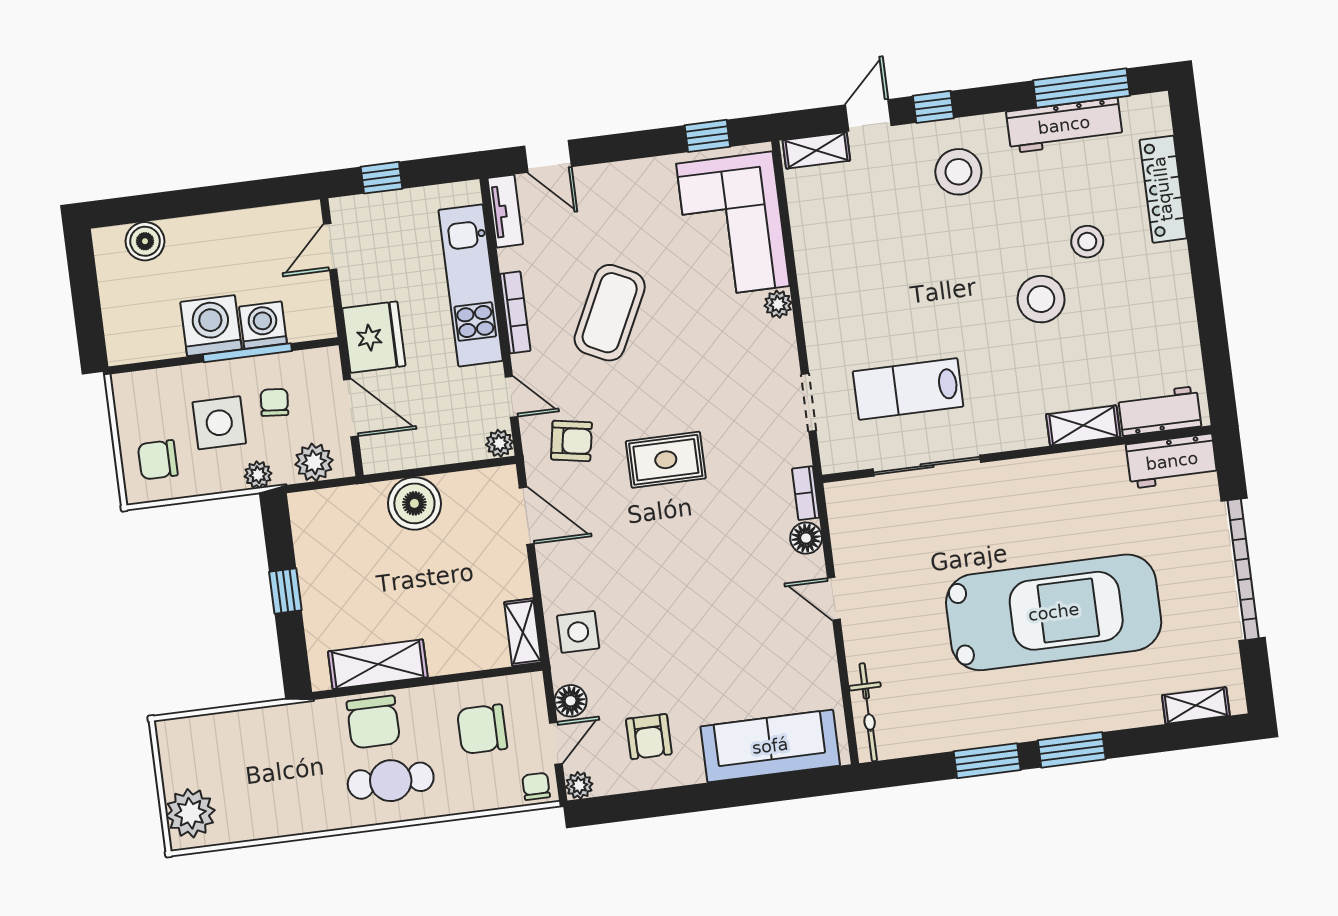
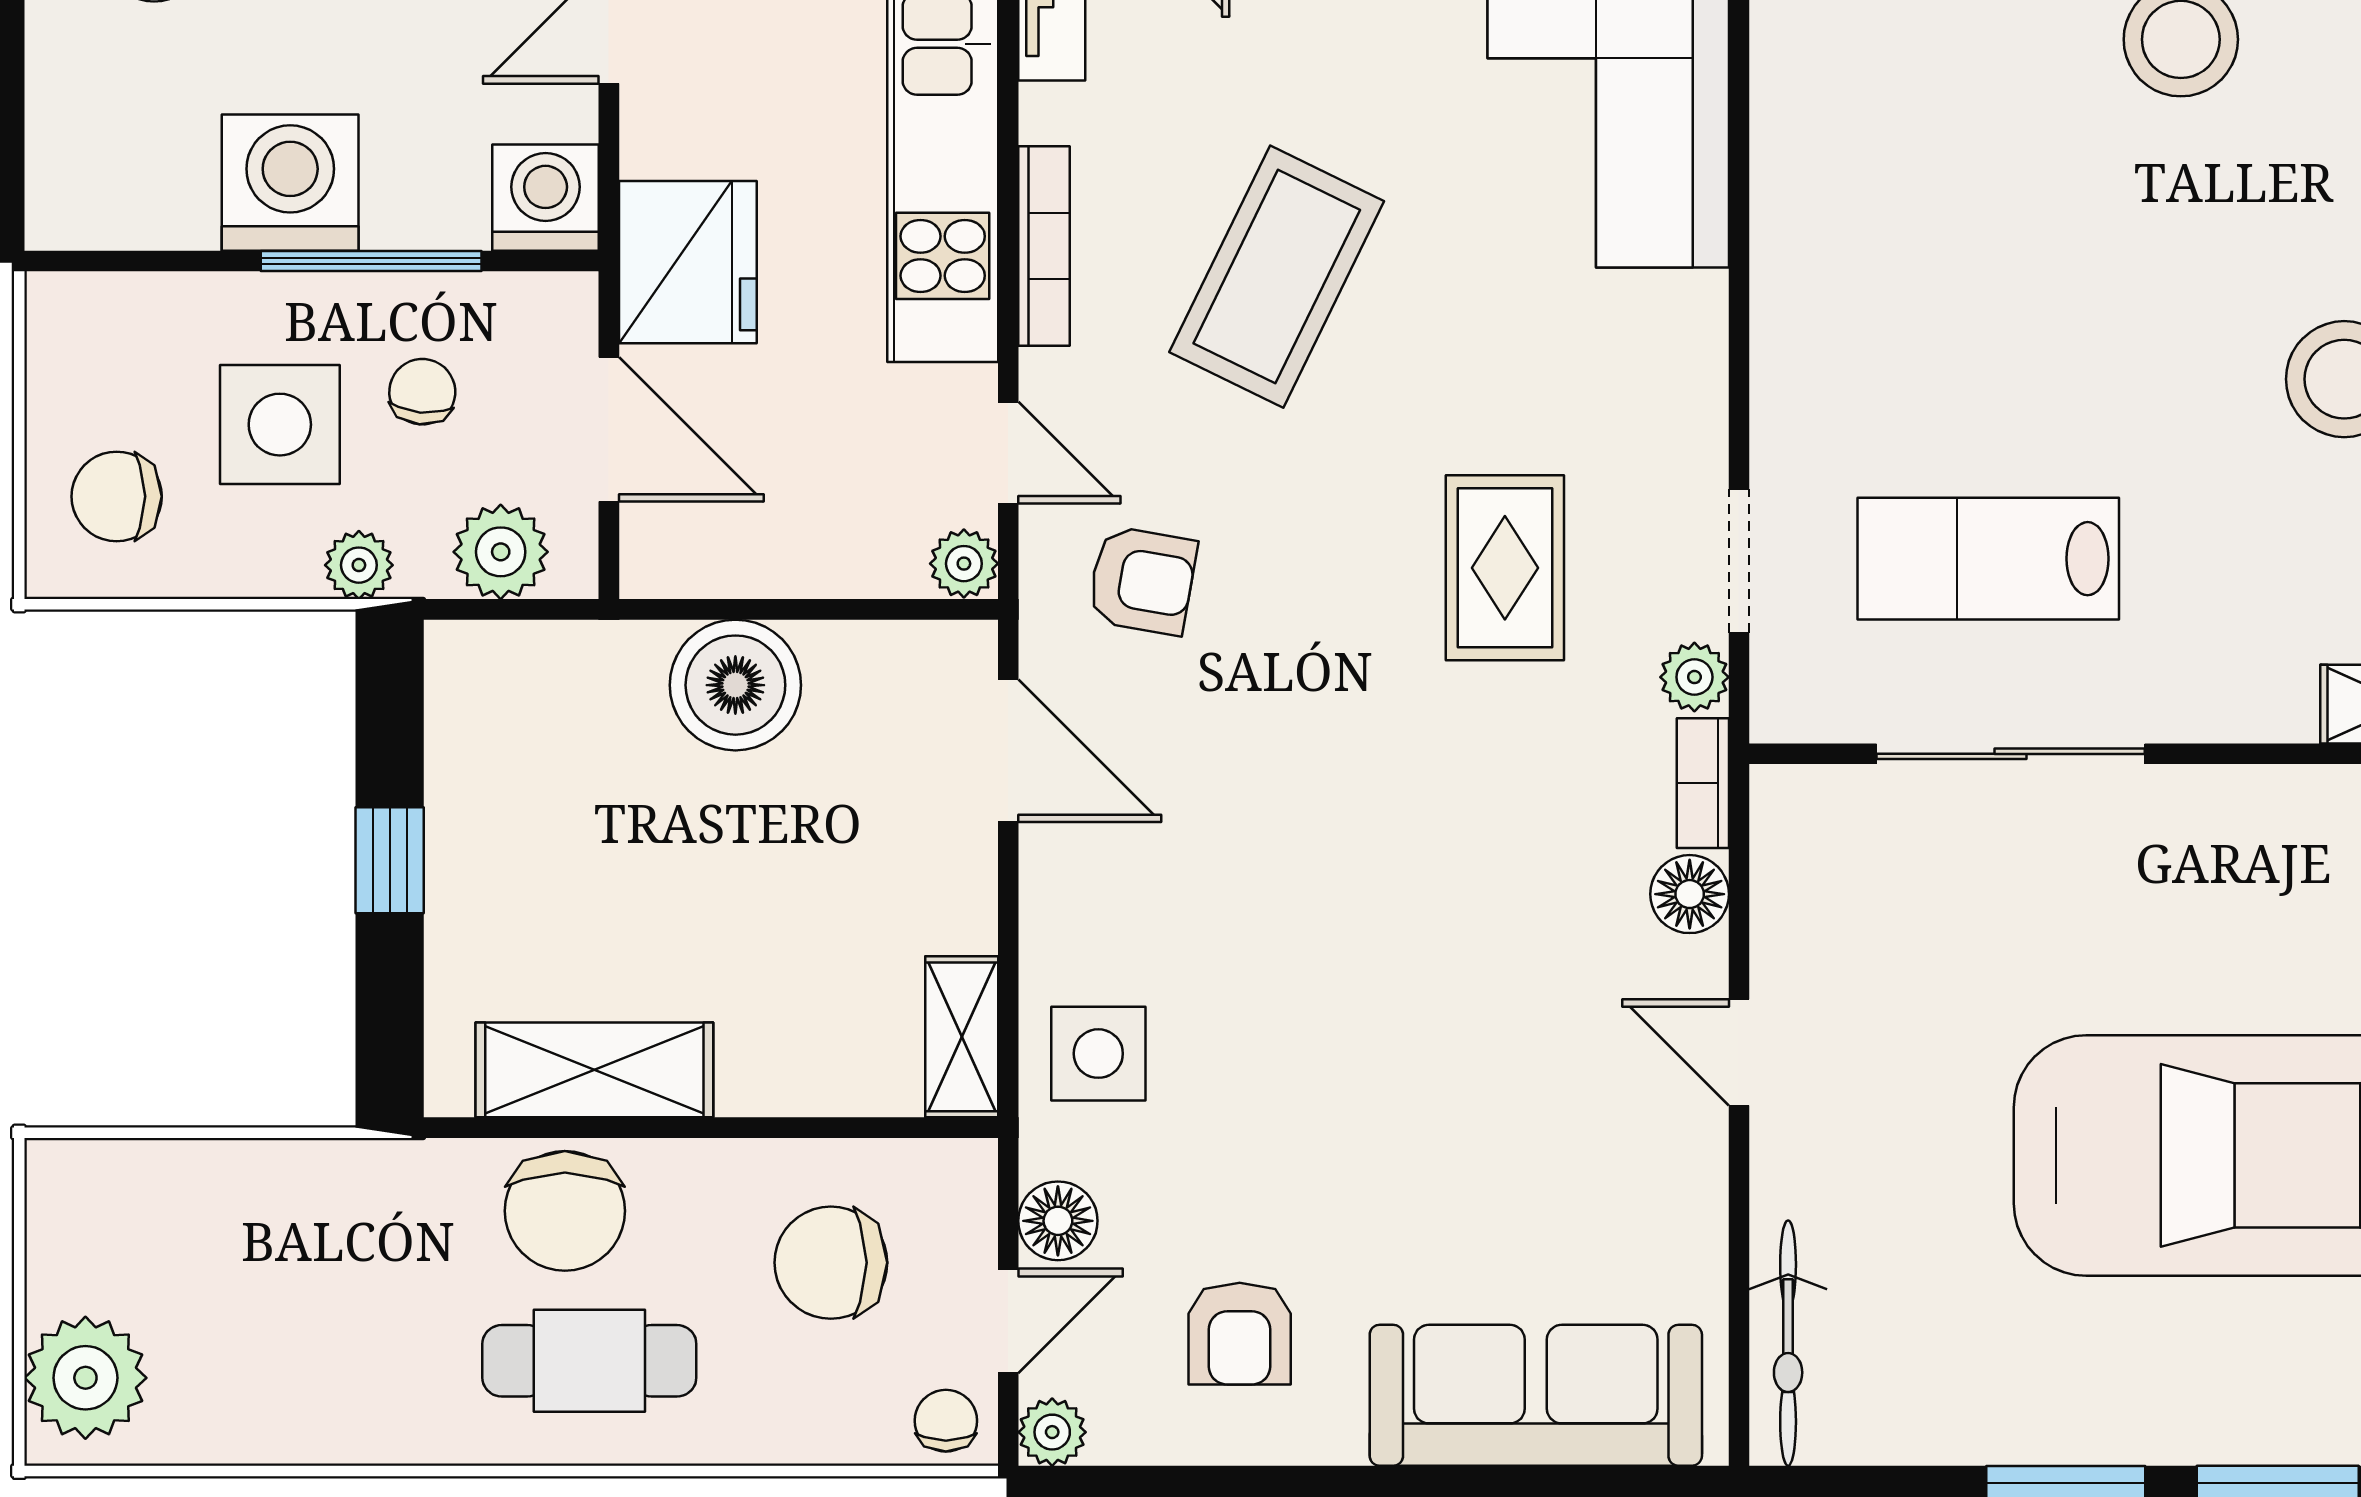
plant: (778, 304) -> (1694, 677), moved
washing machine: (263, 325) -> (546, 198), moved
rug: (666, 460) -> (1505, 568), moved, turned 90

